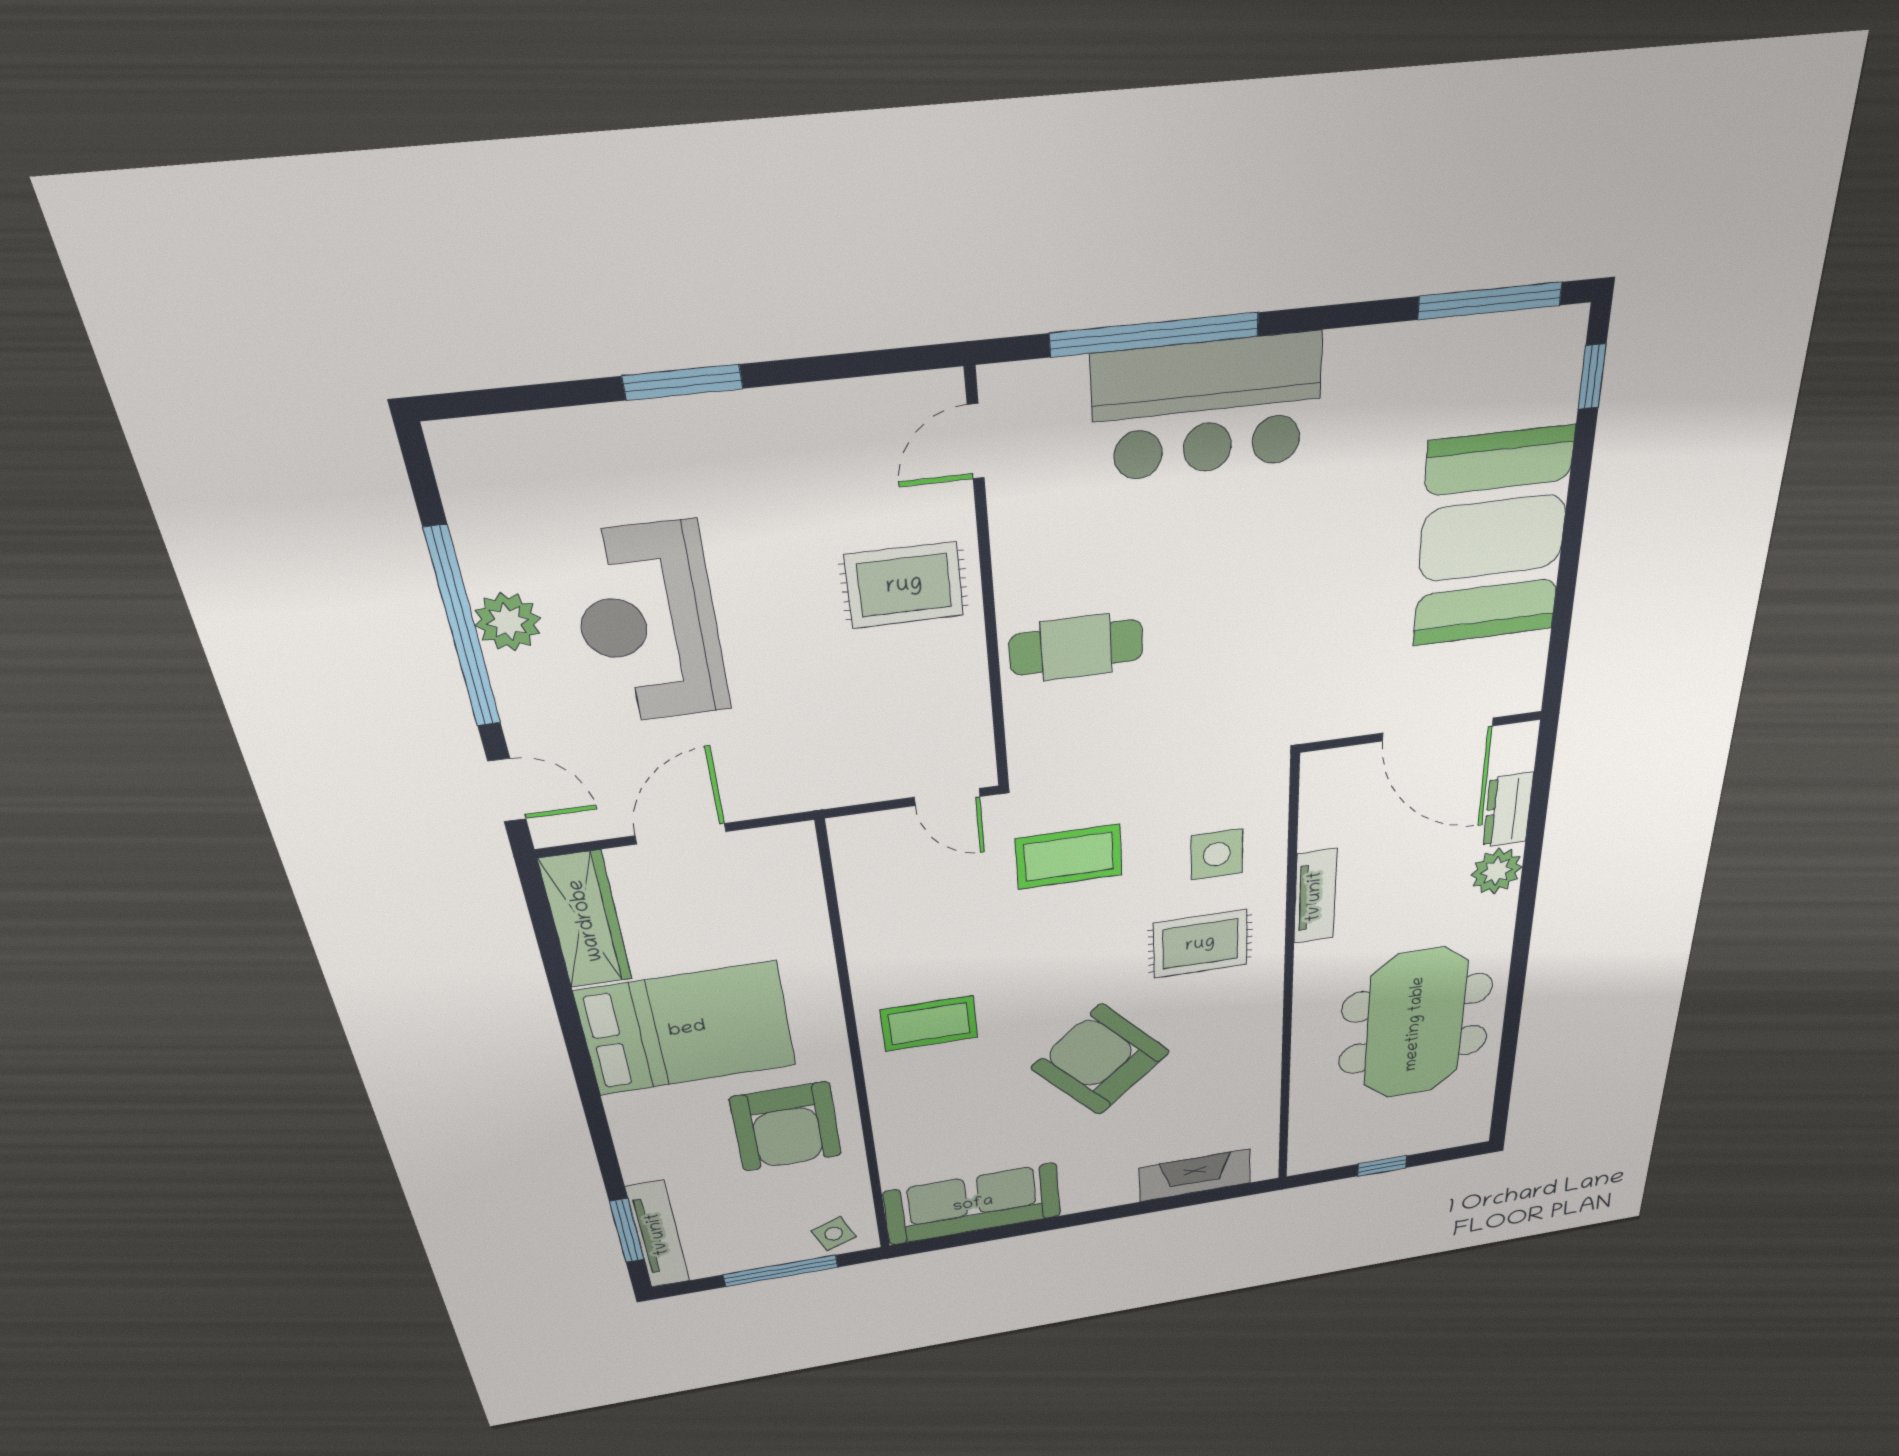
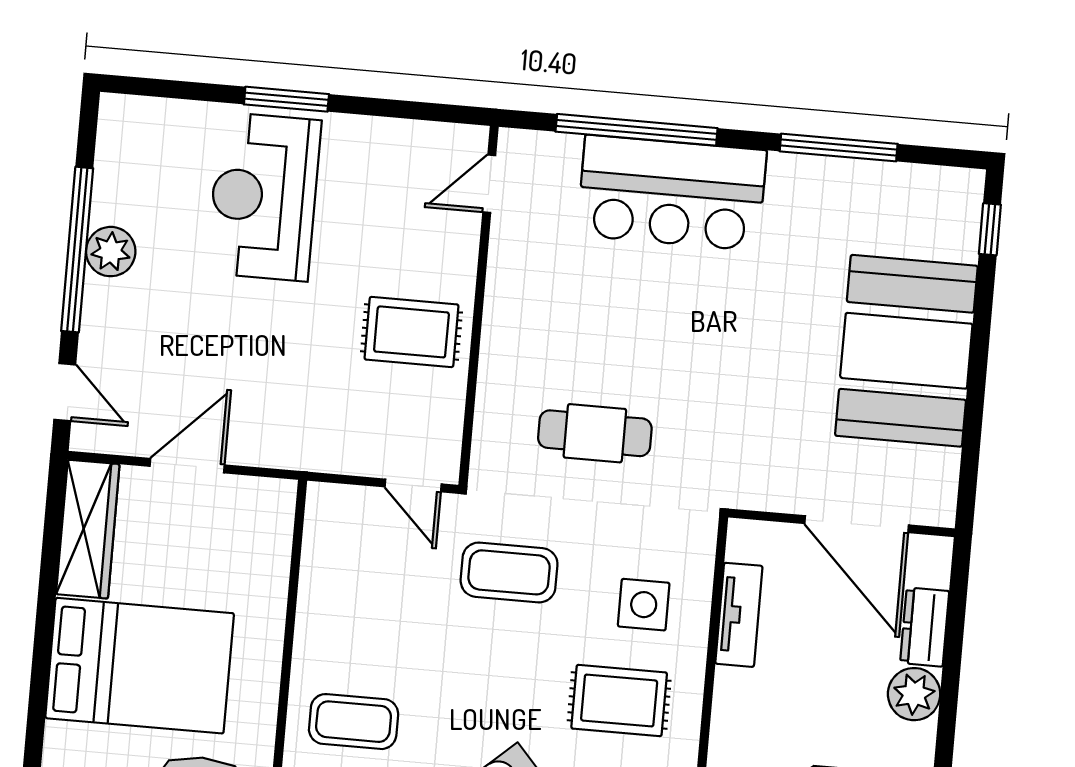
window: (1490, 301) -> (839, 148), moved
rug: (904, 585) -> (411, 332), moved
reception desk: (649, 624) -> (264, 197), moved
cafe table: (1076, 647) -> (595, 433), moved
tv unit: (1315, 896) -> (739, 615), moved

